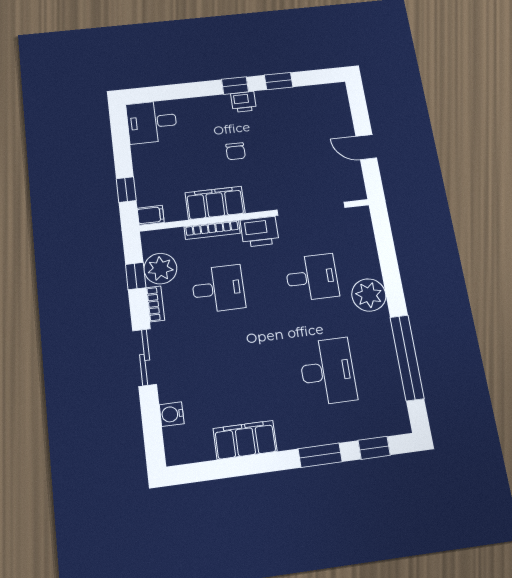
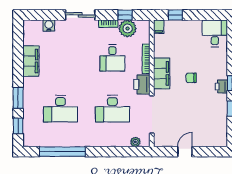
filing cabinet: (215, 203) -> (162, 73), moved
desk: (312, 277) -> (112, 109), width x1.37
plant: (369, 295) -> (135, 142), moved, width x0.53, depth x0.53

